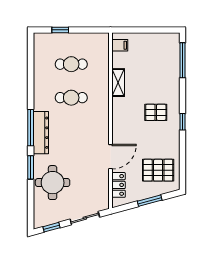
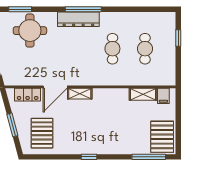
shelving: (118, 83) -> (143, 94), moved
pallet: (156, 112) -> (162, 137), moved, width x1.50, depth x1.42
shelving: (117, 131) -> (80, 94), added
door: (111, 157) -> (55, 87), hinge flipped
window: (31, 167) -> (20, 9), moved

